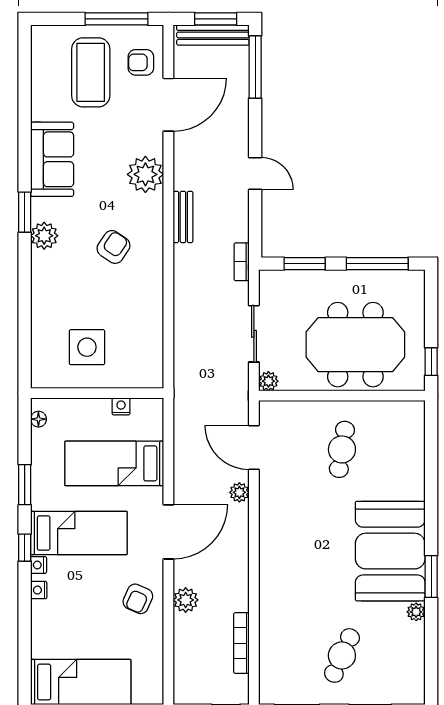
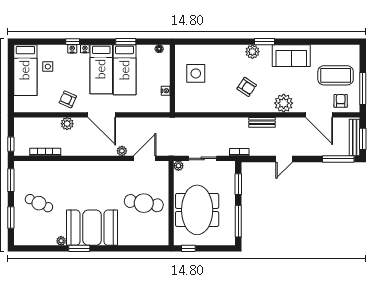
cafe table: (342, 449) -> (144, 203), width x1.37, depth x1.35
bed: (114, 463) -> (125, 70), moved, turned 180
window: (25, 548) -> (73, 42), moved
side table: (74, 638) -> (48, 67), added

